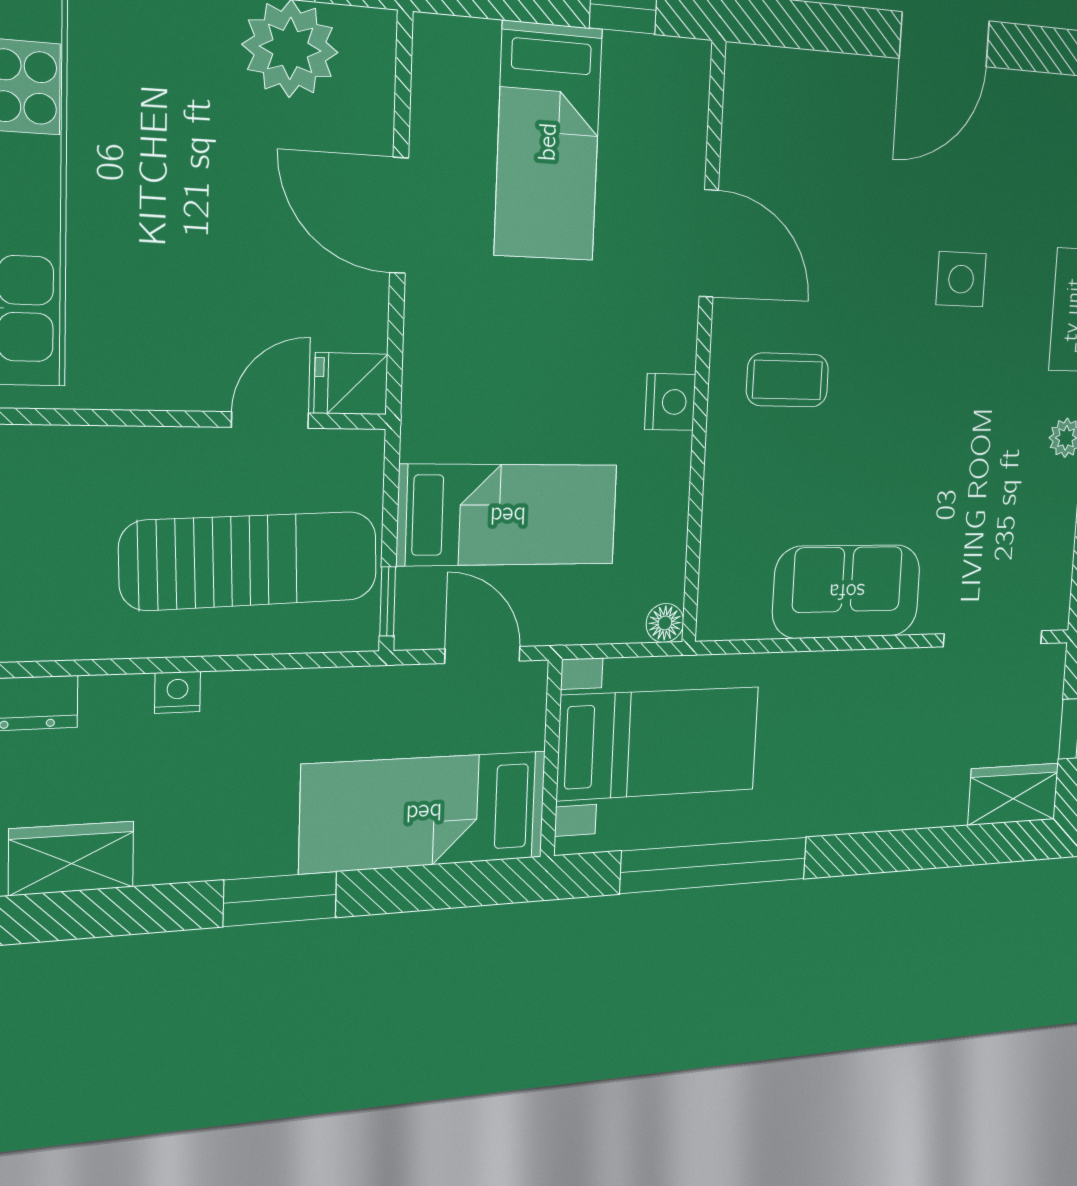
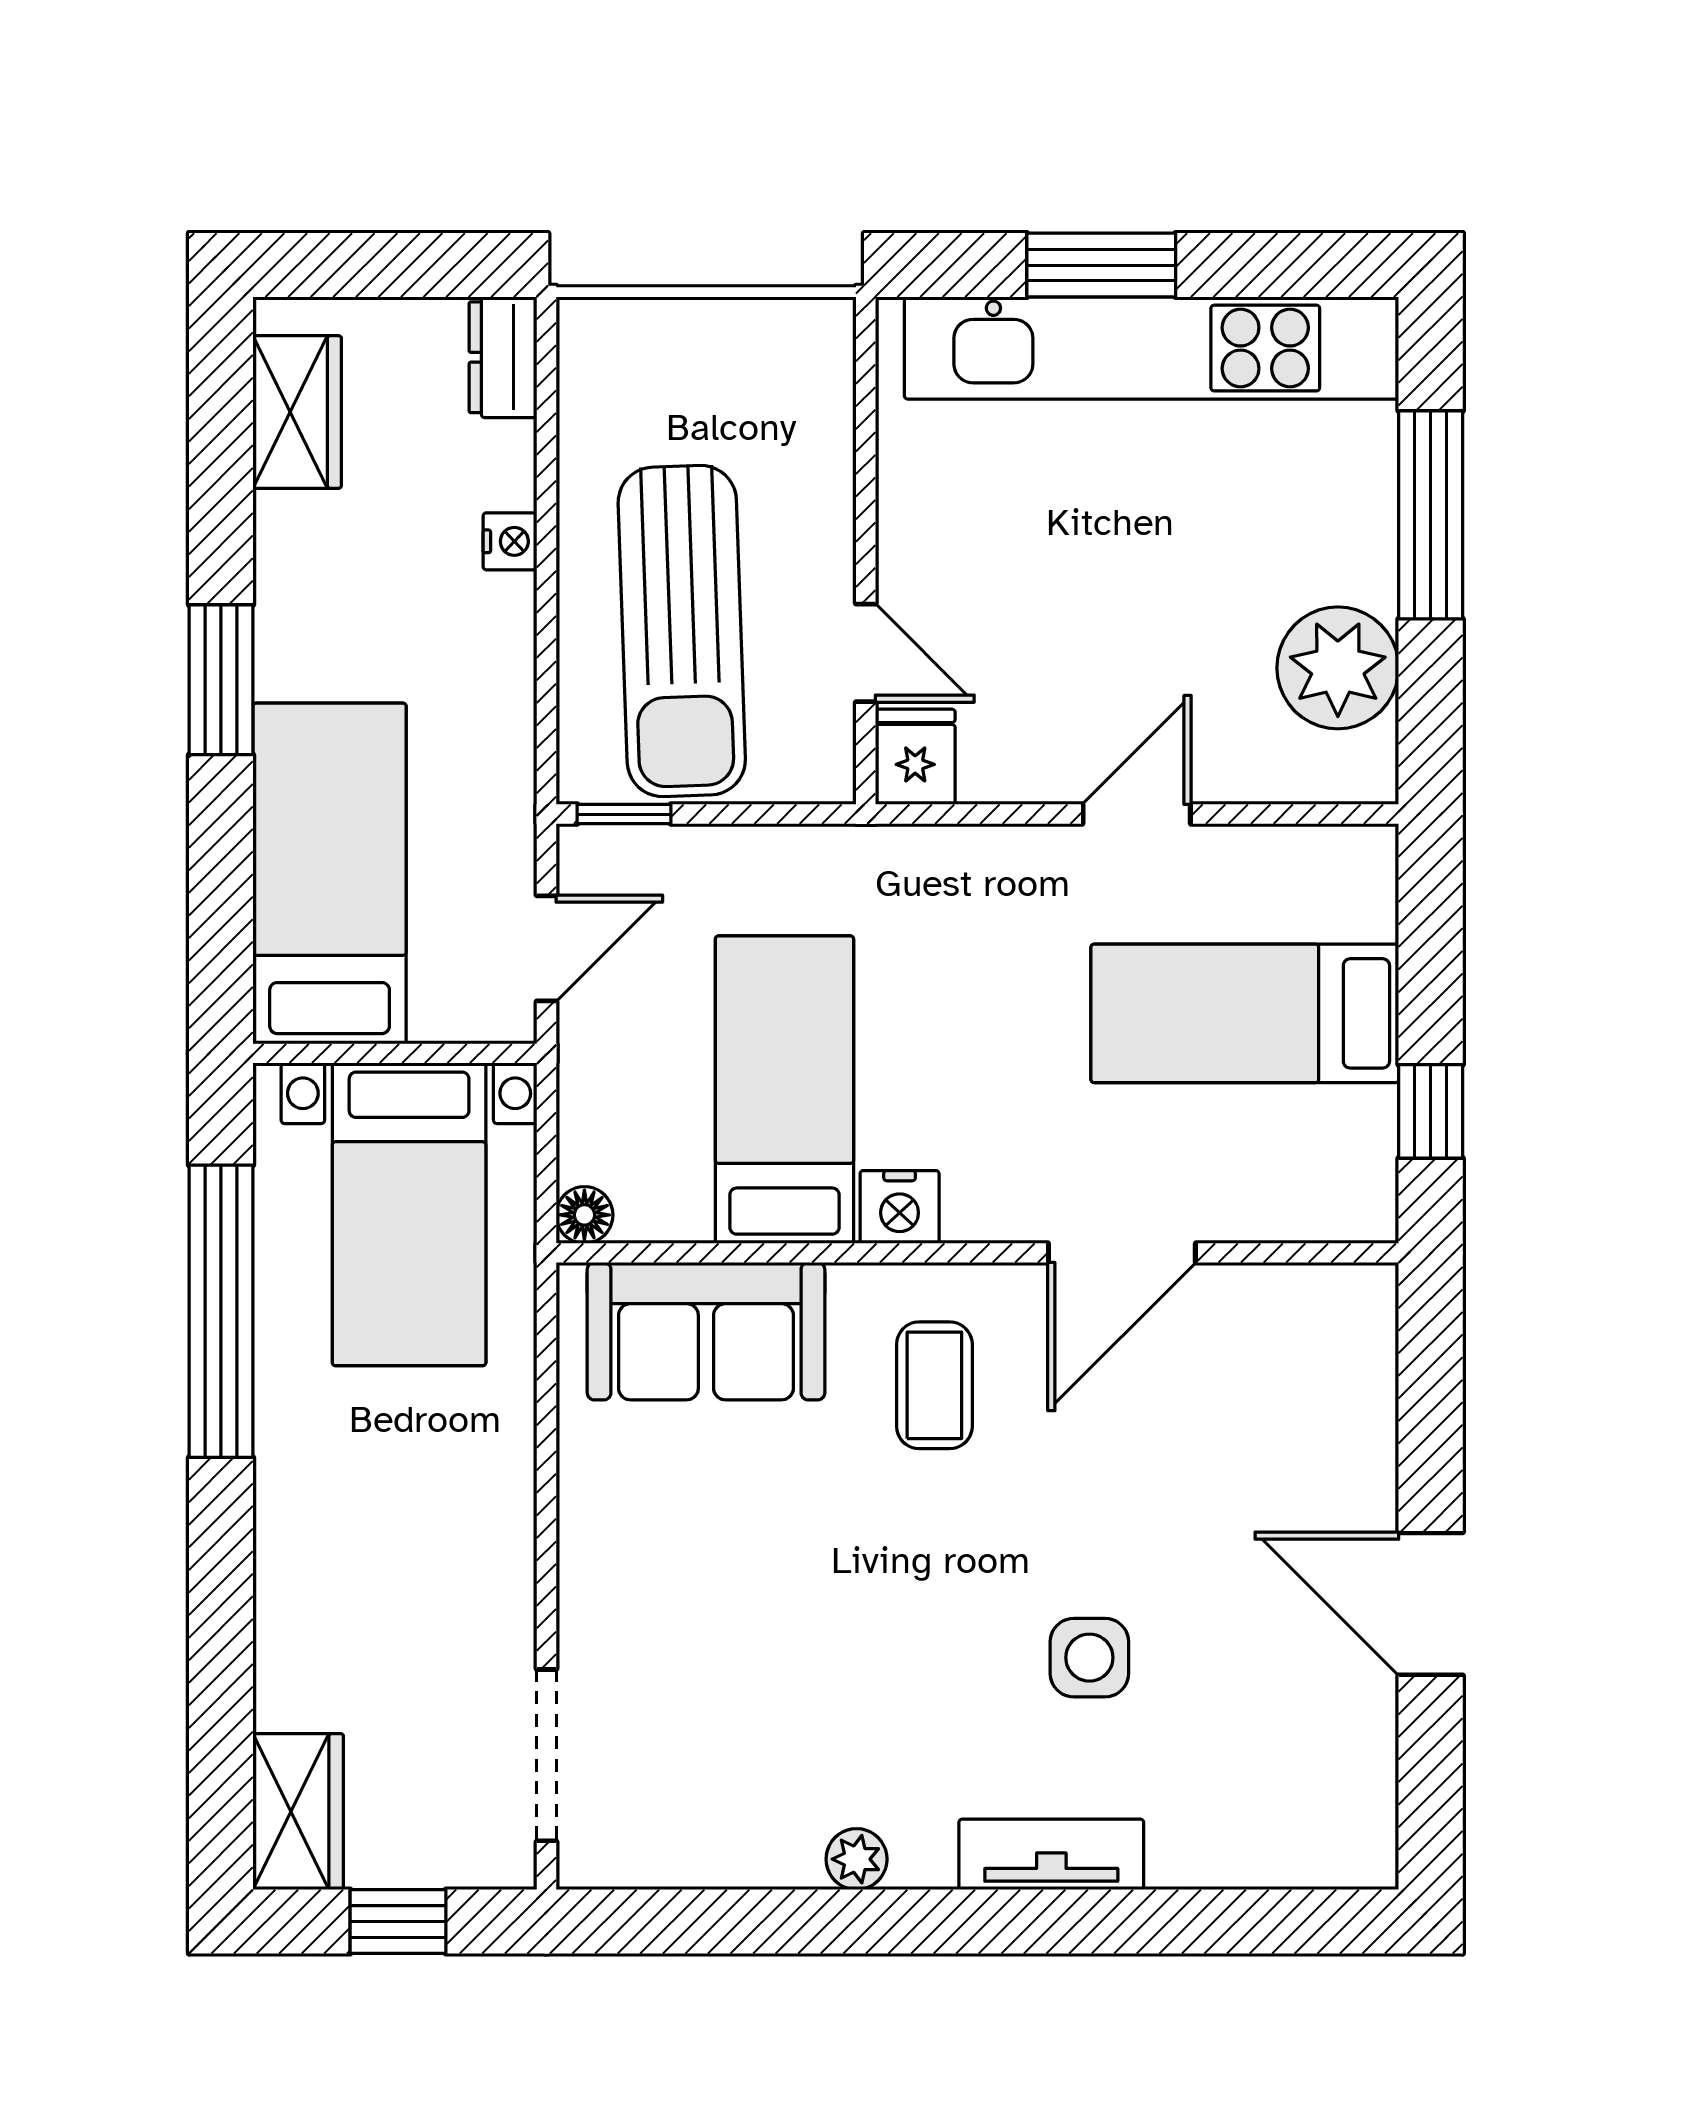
door: (399, 215) -> (1137, 814), width x0.73
bed: (508, 515) -> (784, 1090), moved, turned 180
sofa: (847, 591) -> (706, 1331), moved, turned 90

